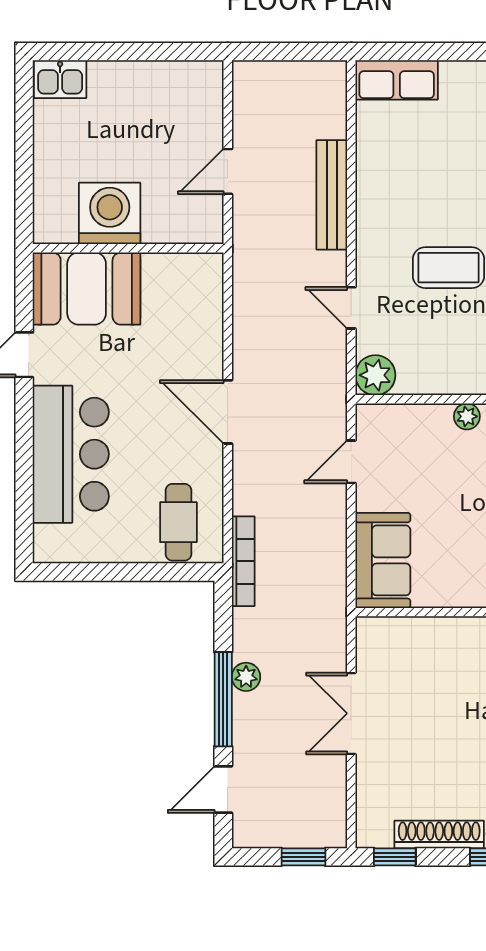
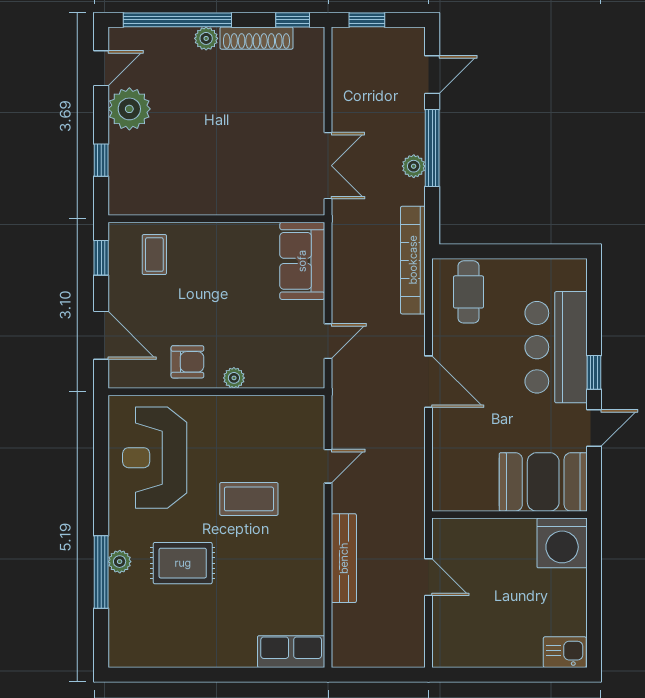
door: (228, 171) -> (428, 577), hinge flipped
washing machine: (110, 213) -> (562, 543), moved
door: (351, 308) -> (328, 466), hinge flipped
plant: (375, 375) -> (308, 411), removed
window: (24, 423) -> (594, 372), added
bookcase: (243, 561) -> (413, 260), width x1.48, depth x1.31
double door: (351, 713) -> (328, 166), moved

